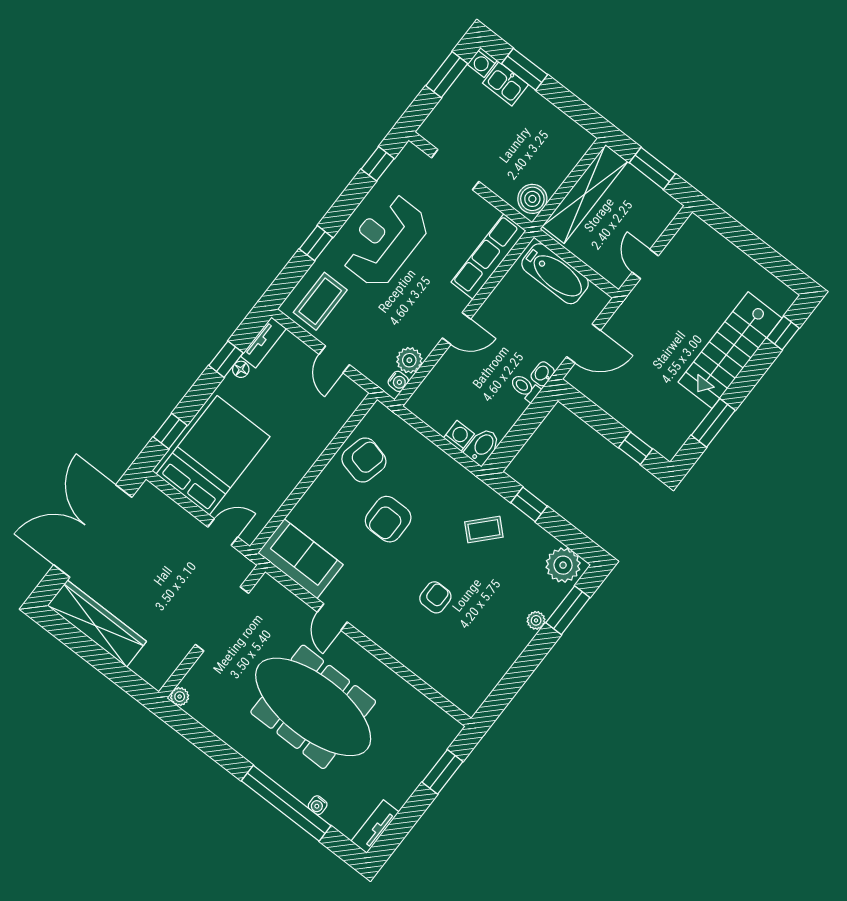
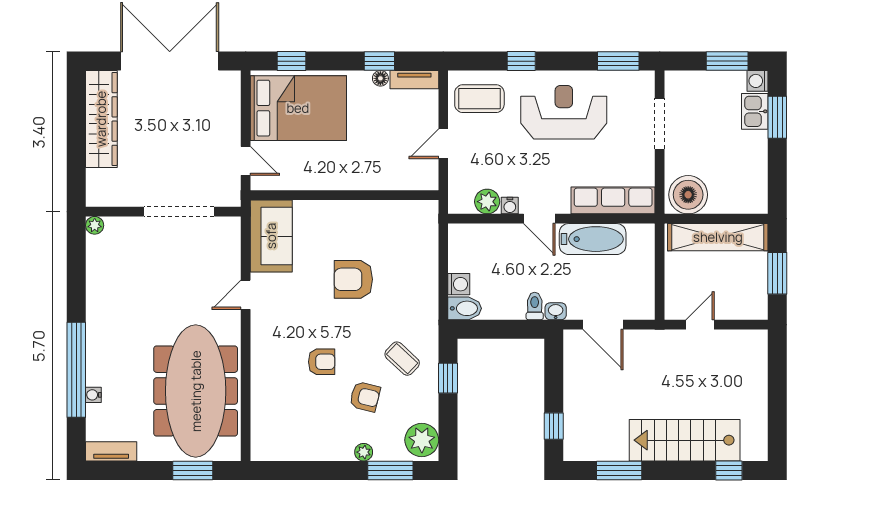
window: (378, 164) -> (618, 61), width x1.50
boiler: (532, 199) -> (688, 195), width x1.37, depth x1.37
bathtub: (555, 274) -> (593, 239), moved, turned -90
water cooler: (398, 381) -> (510, 206), moved
armchair: (364, 460) -> (365, 397), moved, width x0.72, depth x0.72
meeting table: (313, 707) -> (196, 391), moved

